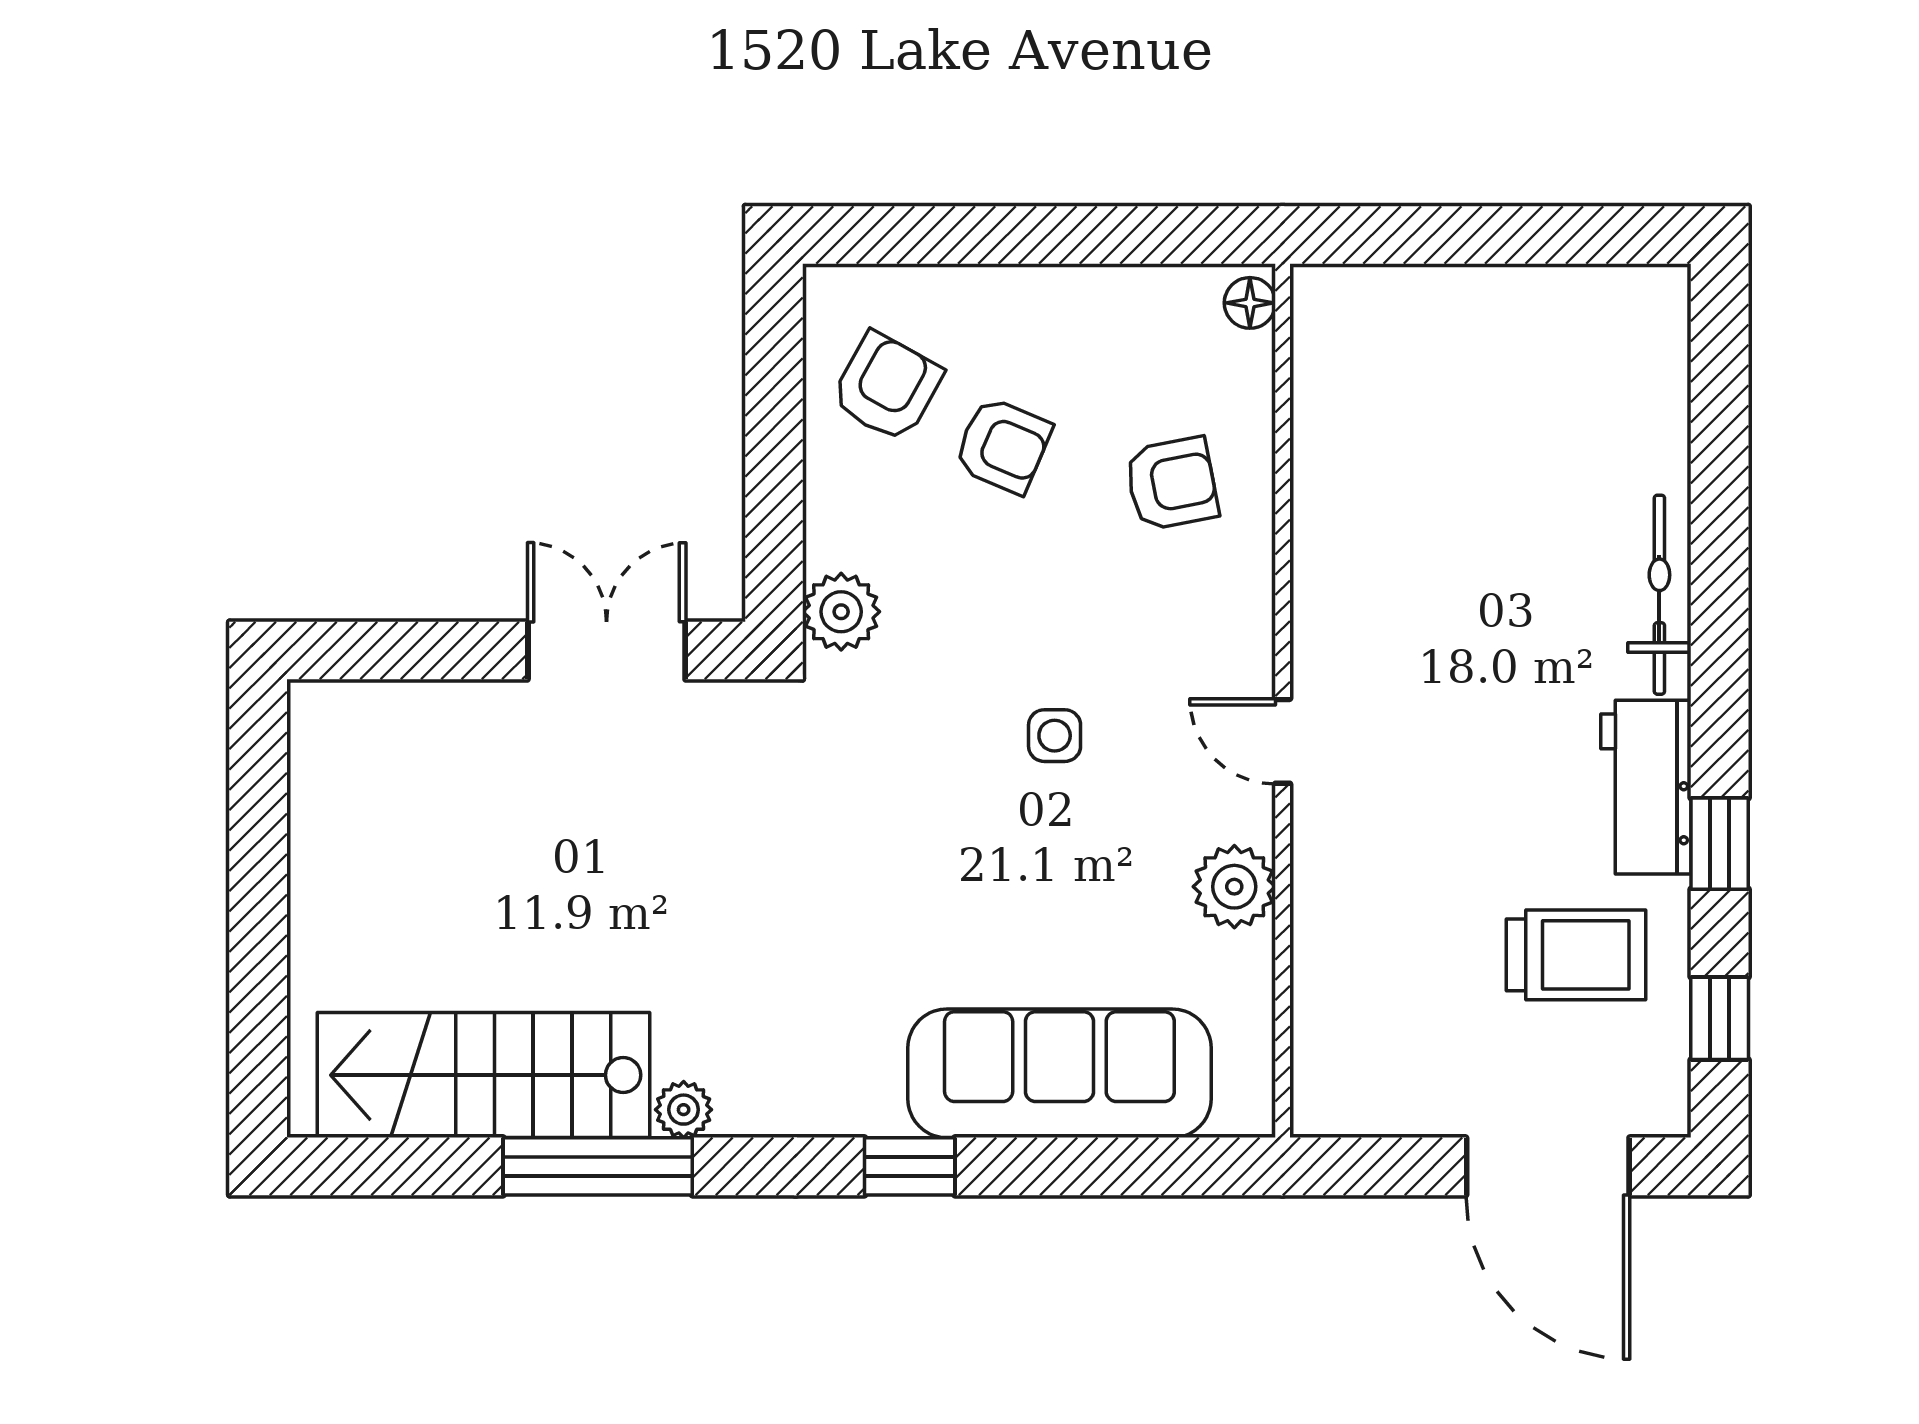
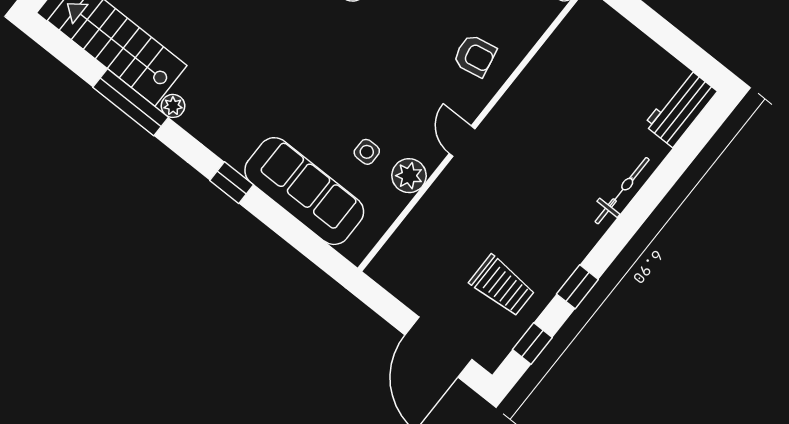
armchair: (1172, 484) -> (475, 56), moved
side table: (1055, 736) -> (367, 152), moved
workbench: (1646, 787) -> (681, 108), moved

